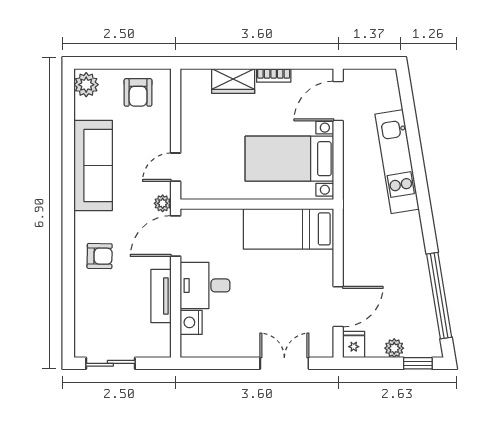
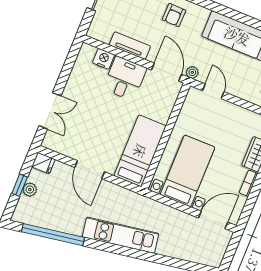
door: (338, 101) -> (213, 220), hinge flipped
kitchen unit: (397, 162) -> (120, 235), moved
door: (338, 307) -> (90, 170), moved
window: (418, 363) -> (20, 185), moved

